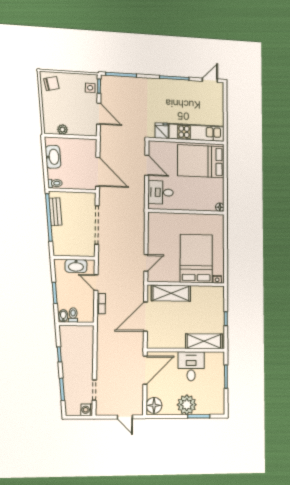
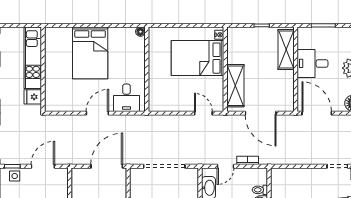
fridge: (162, 131) -> (33, 97), moved
kitchen unit: (197, 132) -> (33, 58), moved
wall: (186, 141) -> (43, 69), moved

